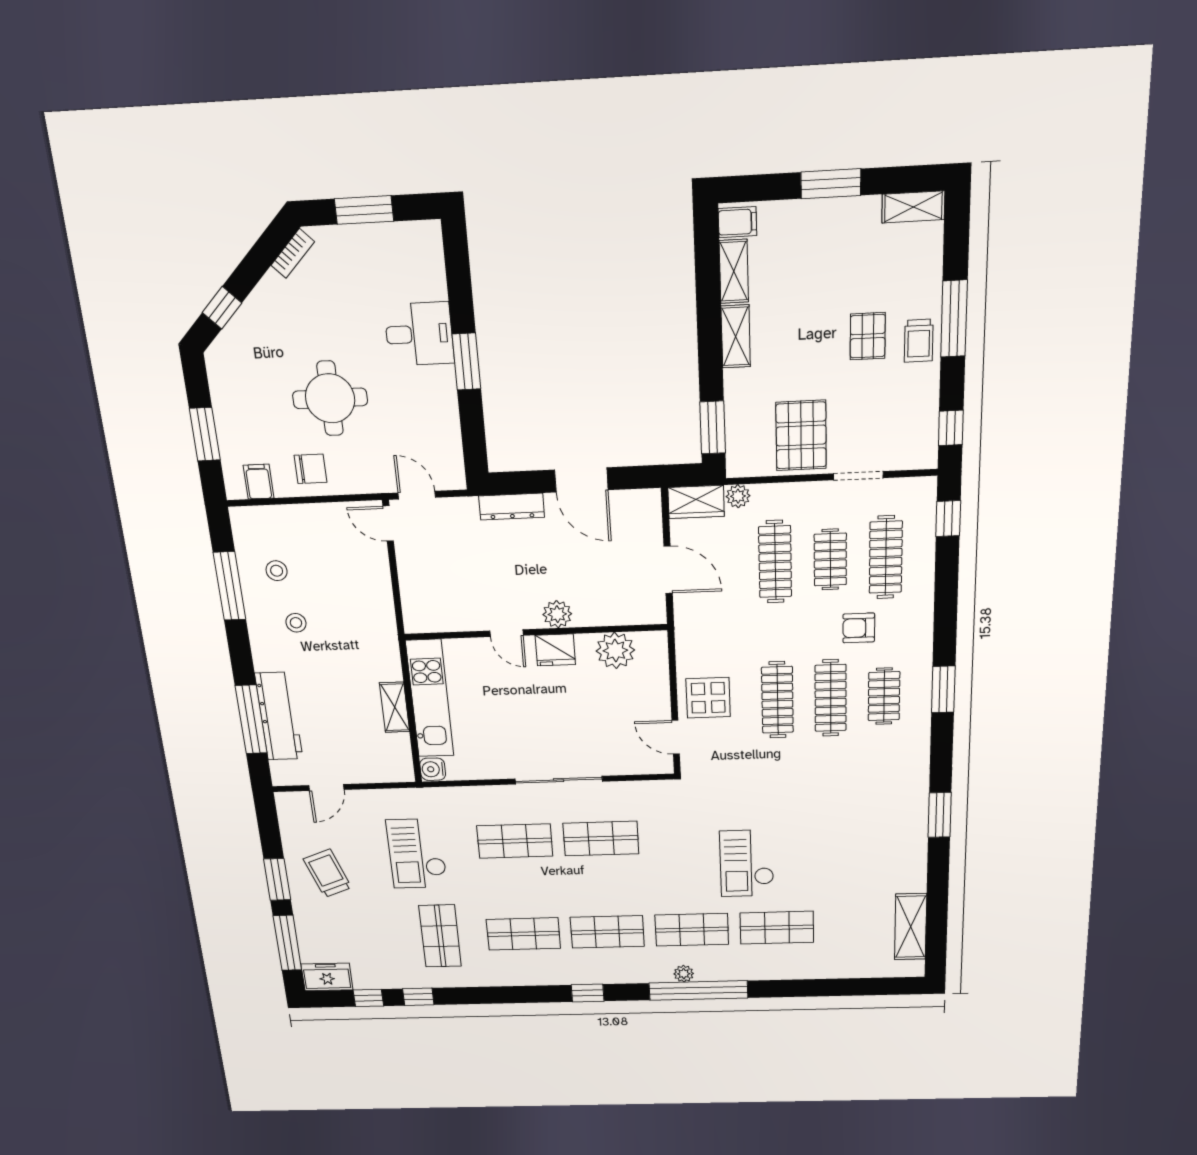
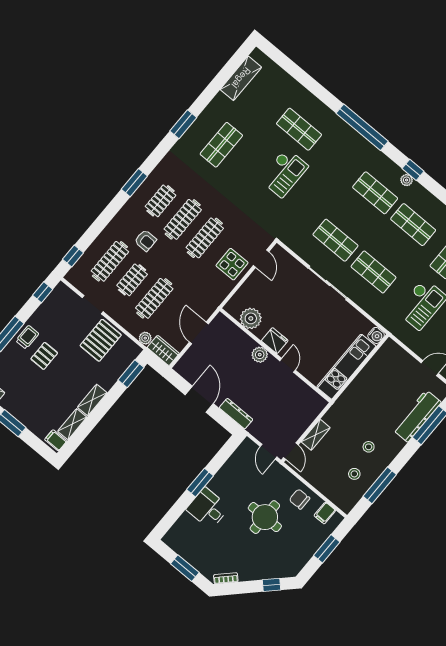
shelving: (395, 707) -> (316, 435), moved
shop shelf: (692, 930) -> (221, 145), moved, turned 90
plant: (684, 974) -> (407, 180), moved

